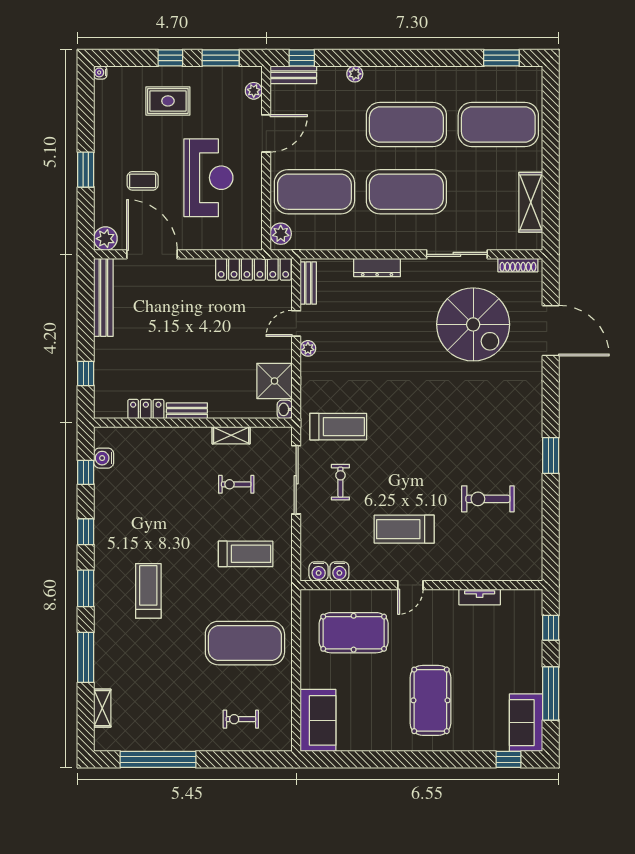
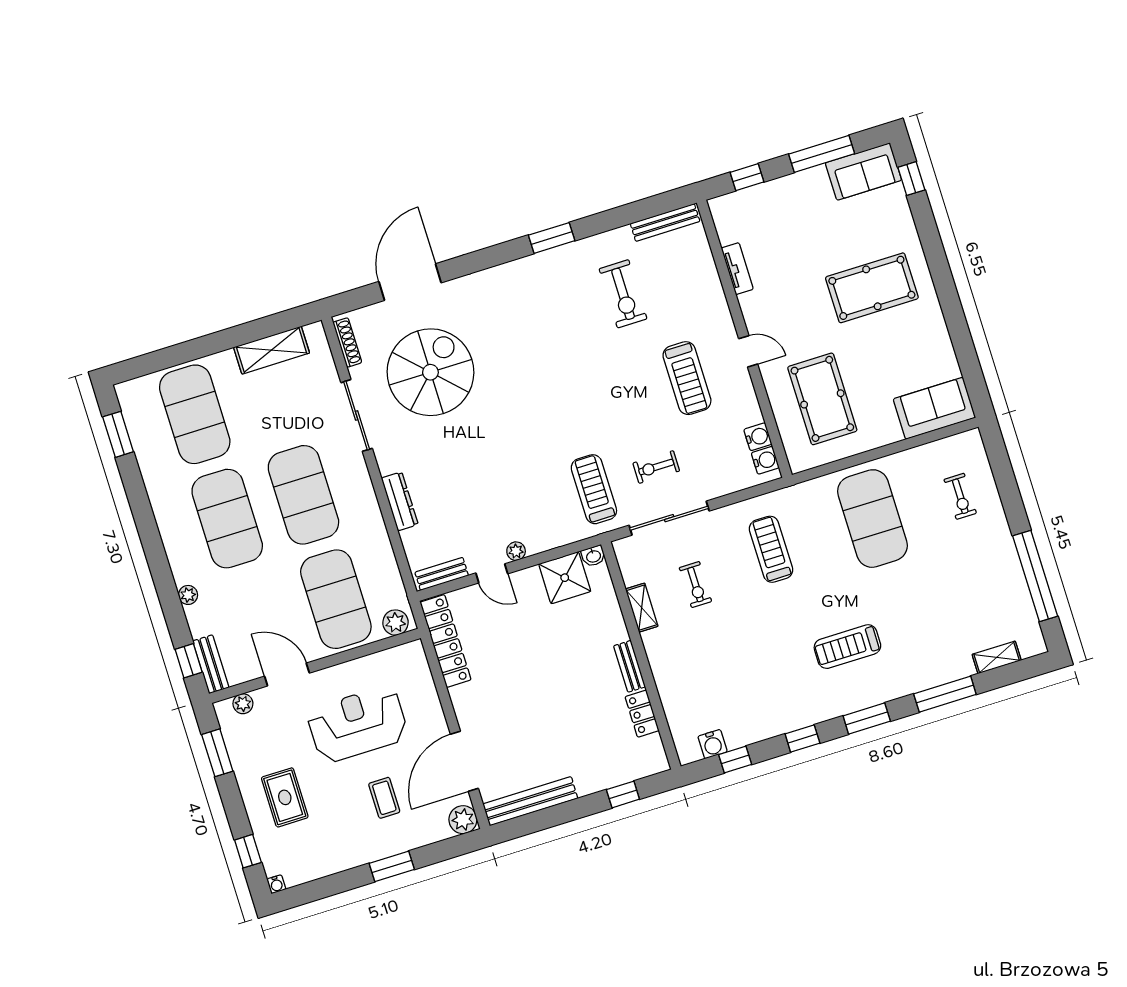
window: (170, 58) -> (248, 851), moved
bench: (535, 550) -> (665, 223), added

